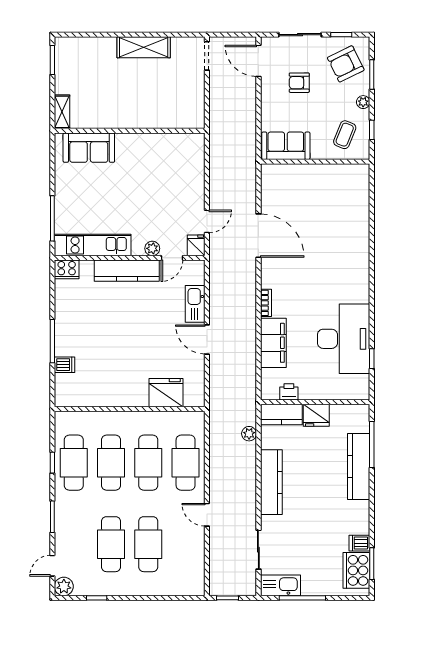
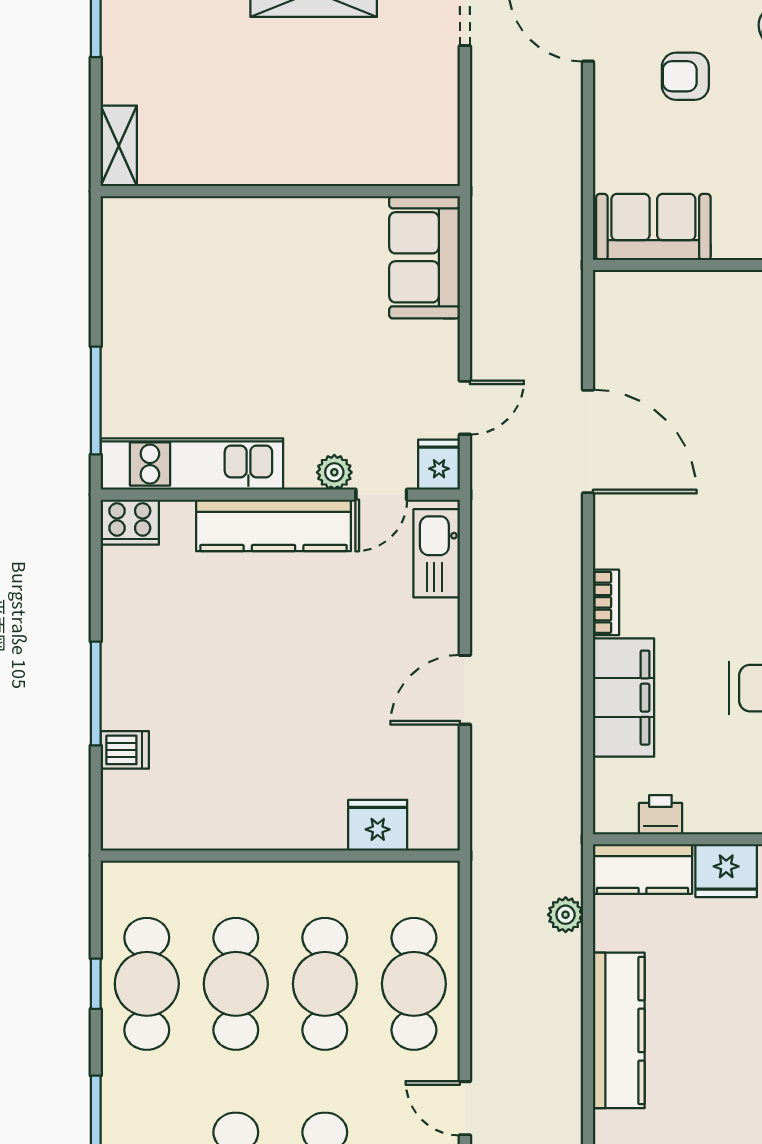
sofa: (89, 148) -> (425, 257), moved, turned 90
kitchen sink: (195, 304) -> (437, 553), moved
door: (207, 339) -> (465, 690), hinge flipped
fridge: (166, 393) -> (378, 825), width x0.73, depth x0.75

